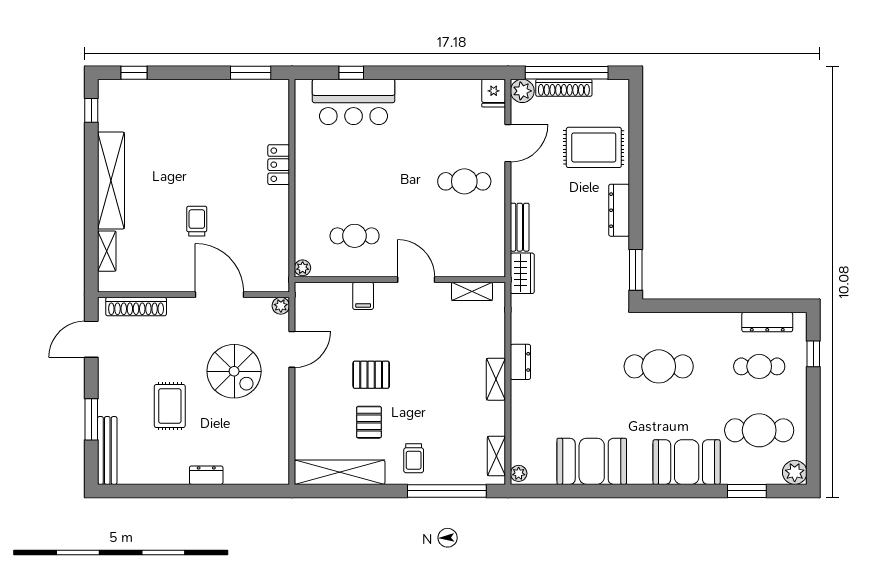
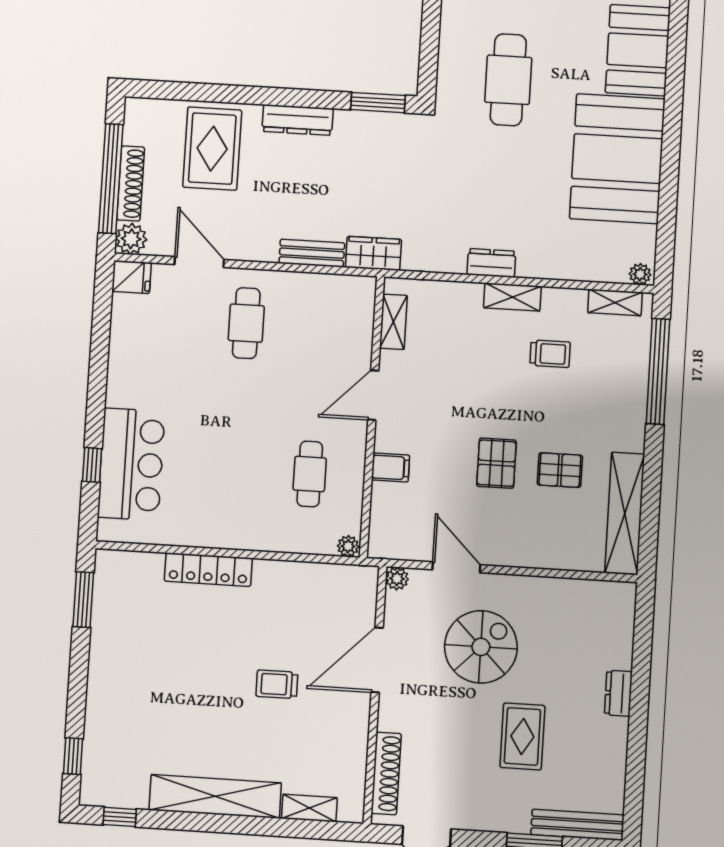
locker: (279, 165) -> (208, 570), width x1.53
rug: (170, 406) -> (522, 736), turned 90
trolley: (414, 458) -> (550, 354), moved
booth: (592, 461) -> (617, 159), width x1.36, depth x1.42

